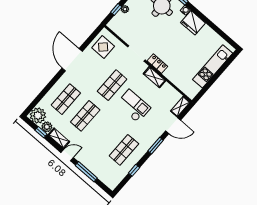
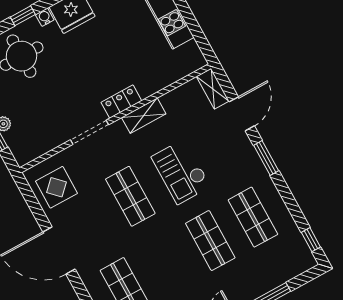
checkout: (133, 106) -> (181, 172), turned -90
shop shelf: (85, 116) -> (210, 241), moved
window: (134, 170) -> (311, 240), moved

